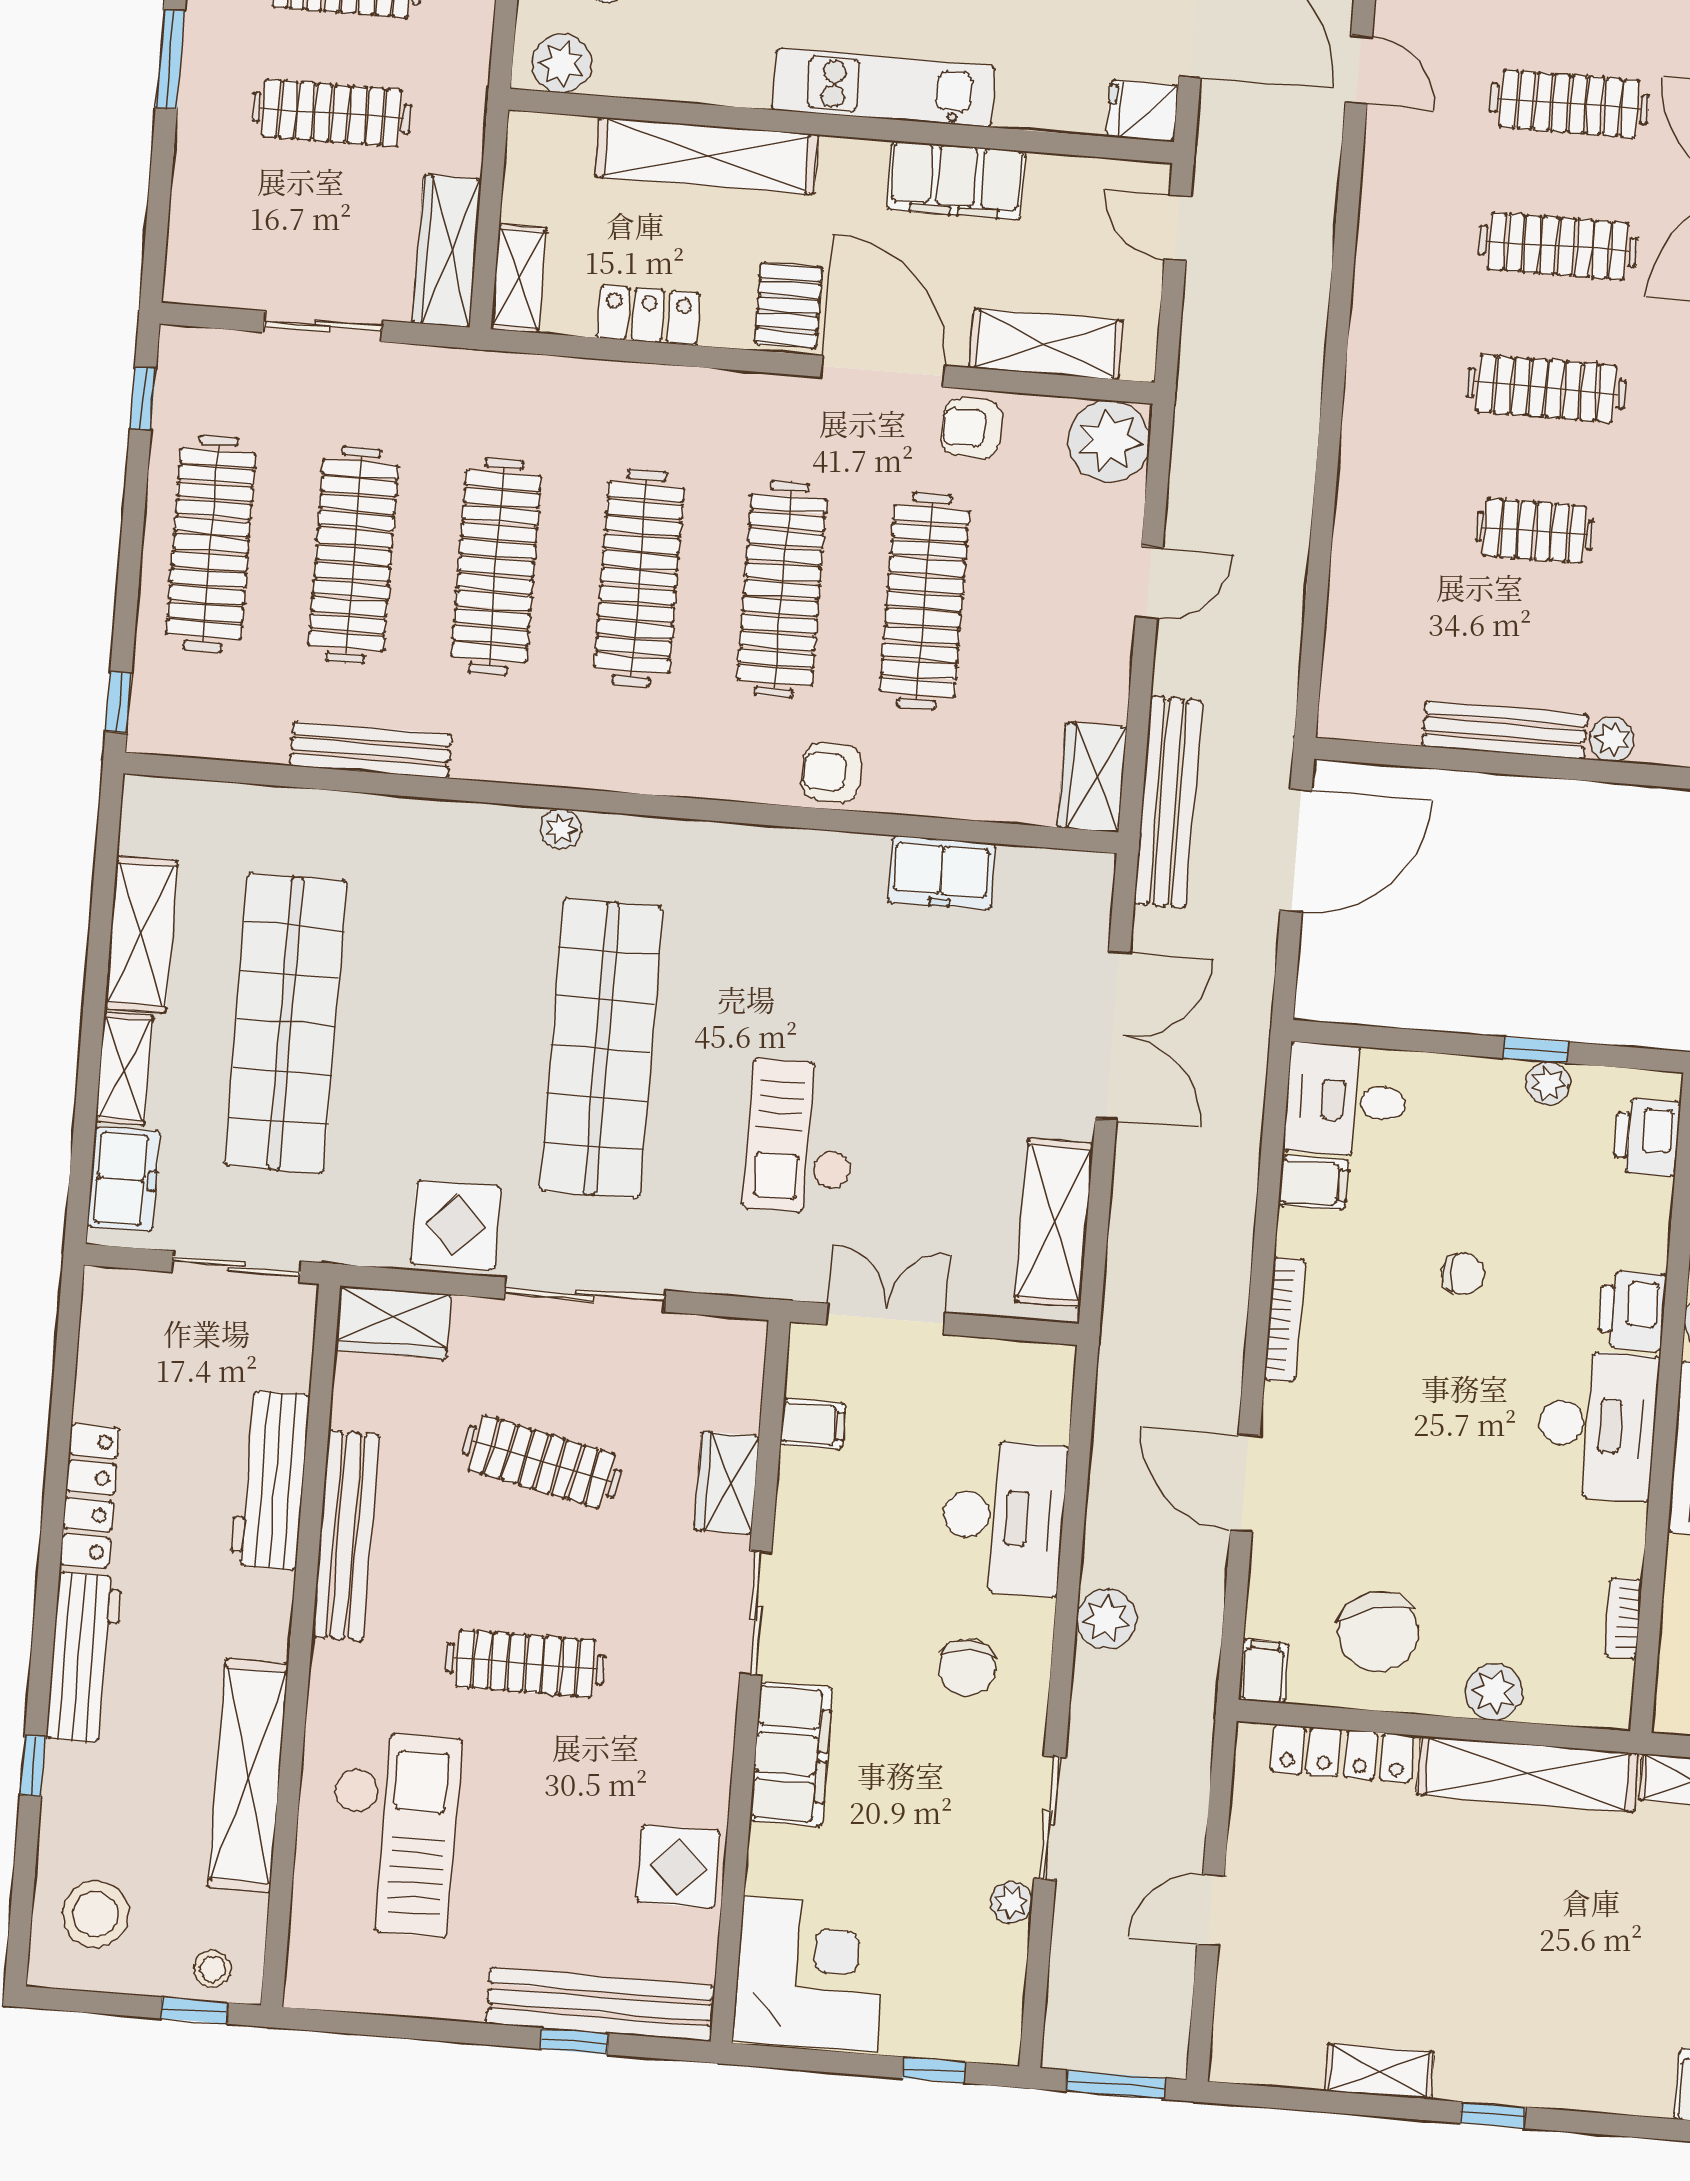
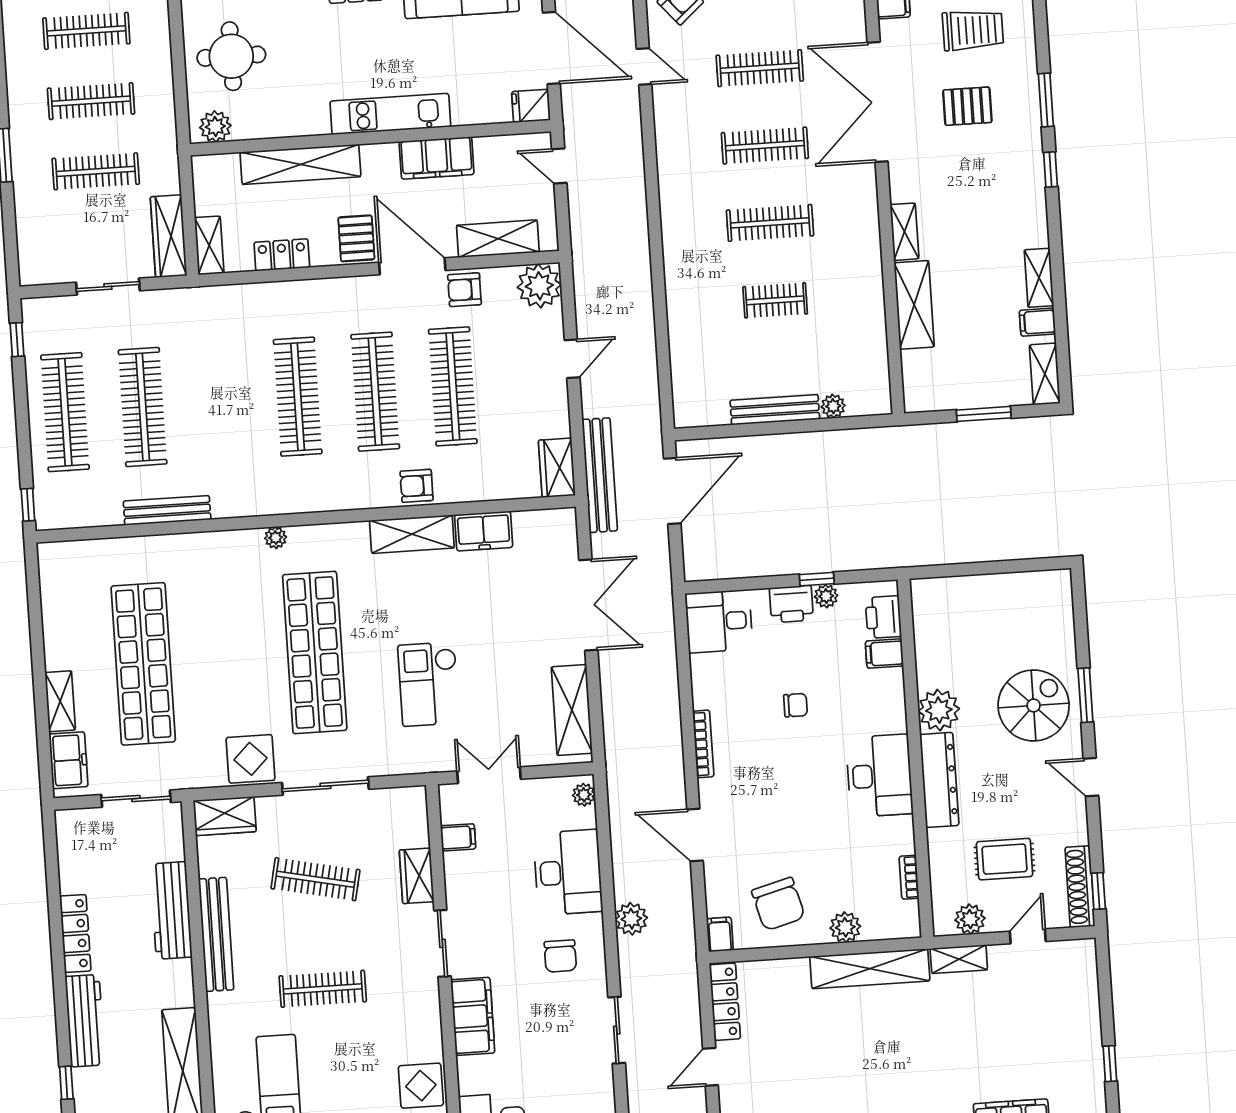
clothes rail: (496, 567) -> (220, 402), removed
shelving: (141, 934) -> (412, 534), moved, turned 90
filing cabinet: (1314, 1183) -> (884, 654), moved, turned 180
printer: (1632, 1311) -> (791, 604), moved, turned -90
locker: (1342, 1753) -> (725, 1002), moved, turned -90
plant: (1011, 1902) -> (584, 795), moved

